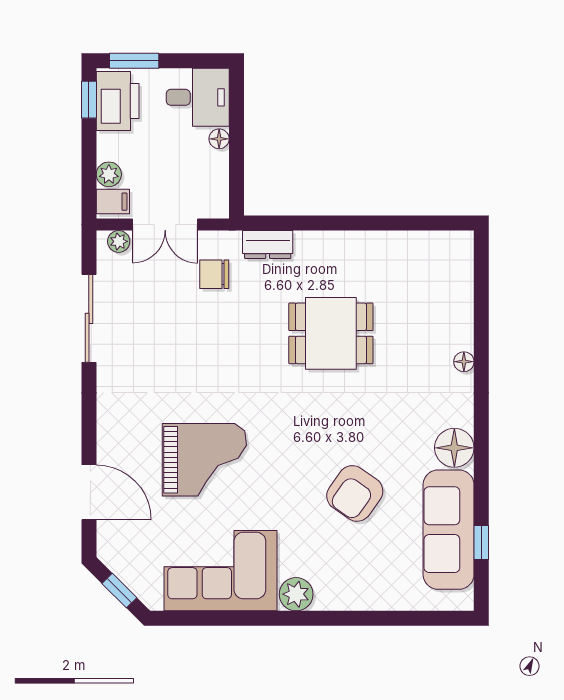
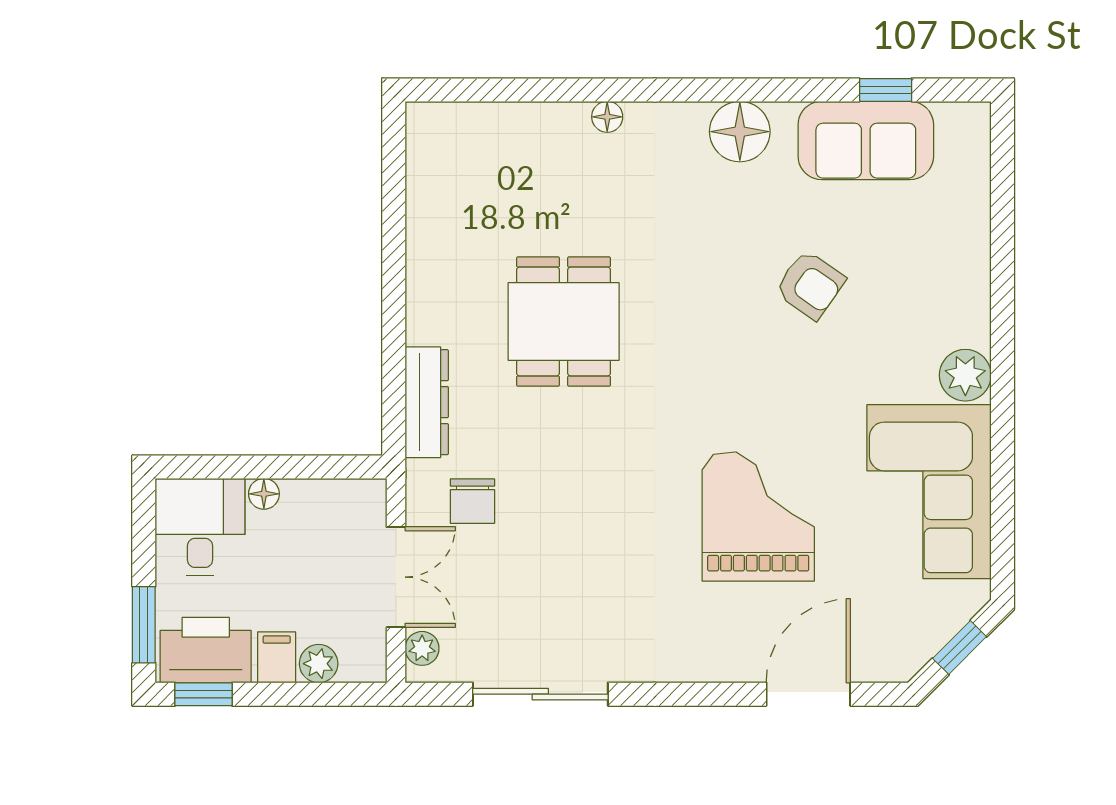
filing cabinet: (113, 202) -> (277, 657), moved
dresser: (268, 245) -> (427, 402), width x1.44
armchair: (355, 493) -> (810, 285), width x0.72, depth x0.72
sofa: (449, 530) -> (866, 140), width x0.73

